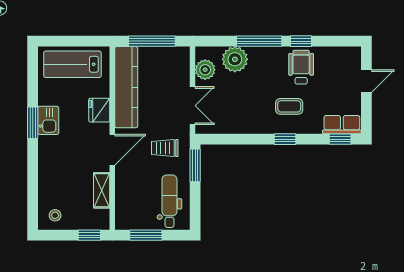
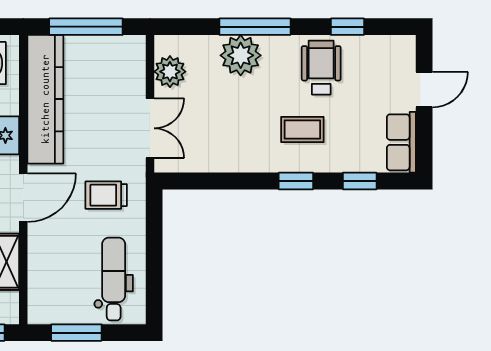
window: (301, 41) -> (347, 27), moved
plant: (235, 59) -> (241, 55), moved
row of seats: (342, 125) -> (401, 142), moved, turned -90
window: (340, 139) -> (360, 181), moved
window: (195, 165) -> (154, 222), removed

